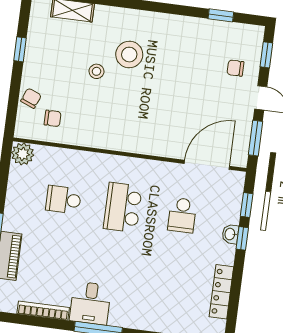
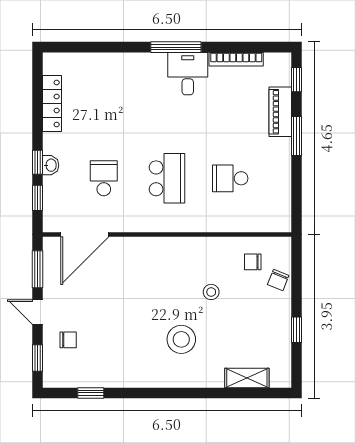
stool: (97, 71) -> (211, 292), moved
plant: (23, 154) -> (279, 220), removed
school desk: (63, 200) -> (230, 178), turned 180

